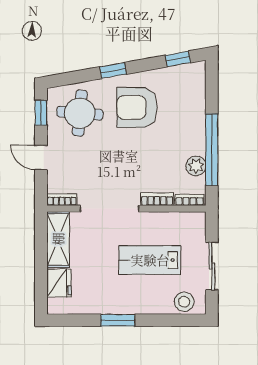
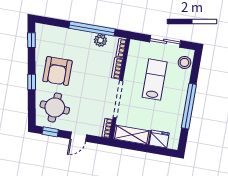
lab bench: (150, 260) -> (155, 80), turned 180
window: (118, 320) -> (189, 106), width x2.11

